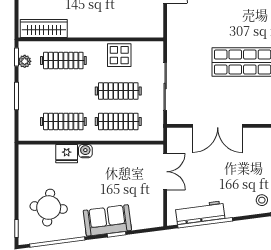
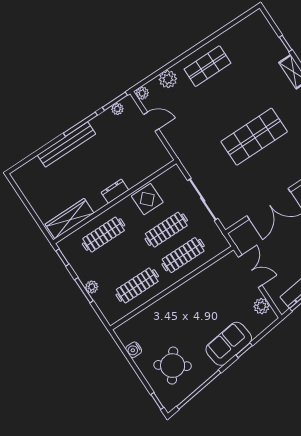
dresser: (97, 31) -> (115, 191), added
plant: (25, 61) -> (92, 287), moved
water cooler: (85, 151) -> (134, 350), moved, turned -90
fridge: (67, 154) -> (158, 311), removed
plant: (155, 207) -> (261, 306), added
round table: (49, 208) -> (173, 366), turned 30

